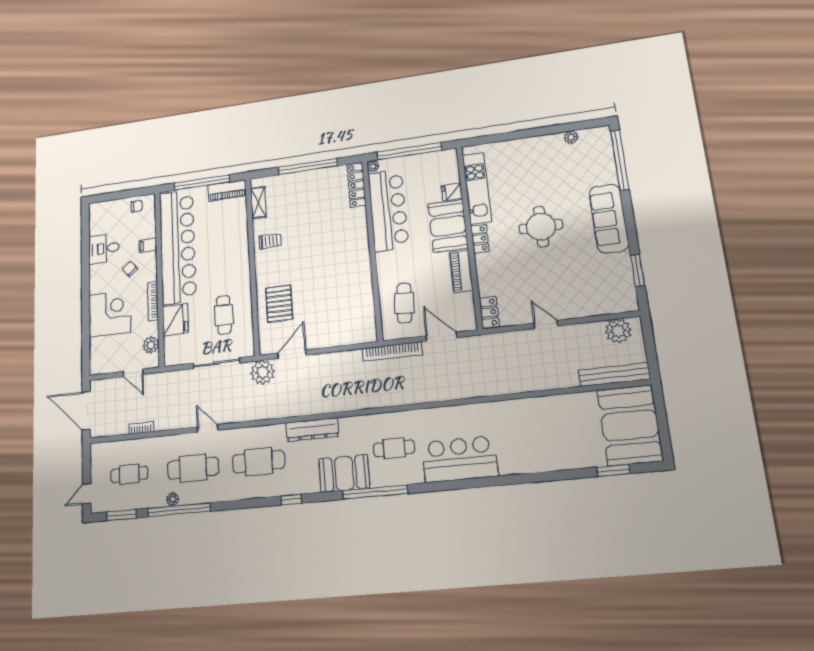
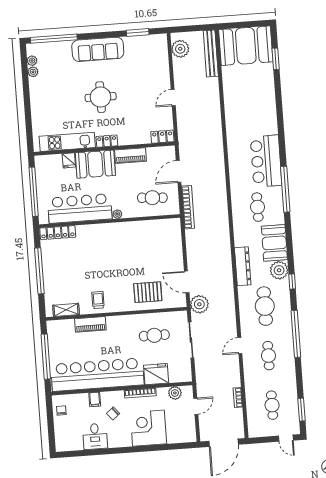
plant: (586, 135) -> (32, 61), added
plant: (373, 166) -> (117, 214), moved
piano: (227, 191) -> (90, 324), moved, turned 90
cafe table: (193, 468) -> (268, 356), width x0.73, depth x0.74
window: (375, 492) -> (285, 189), moved
plant: (173, 499) -> (279, 270), moved, width x1.87, depth x1.87
window: (179, 510) -> (296, 334), moved

